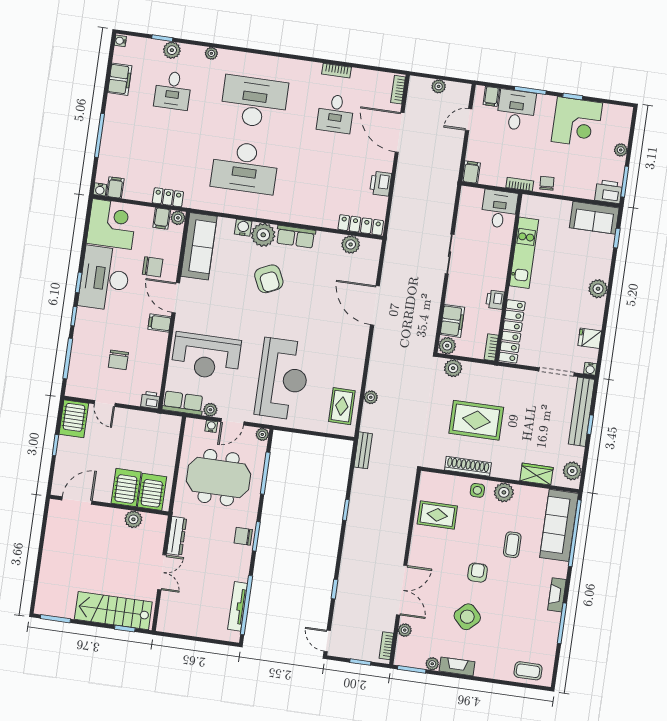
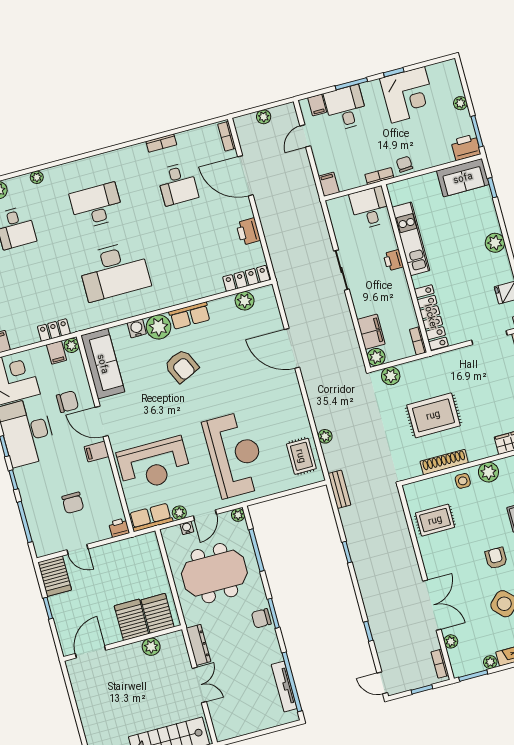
desk: (254, 102) -> (96, 206), width x0.73, depth x0.77
printer: (495, 300) -> (393, 260), moved

